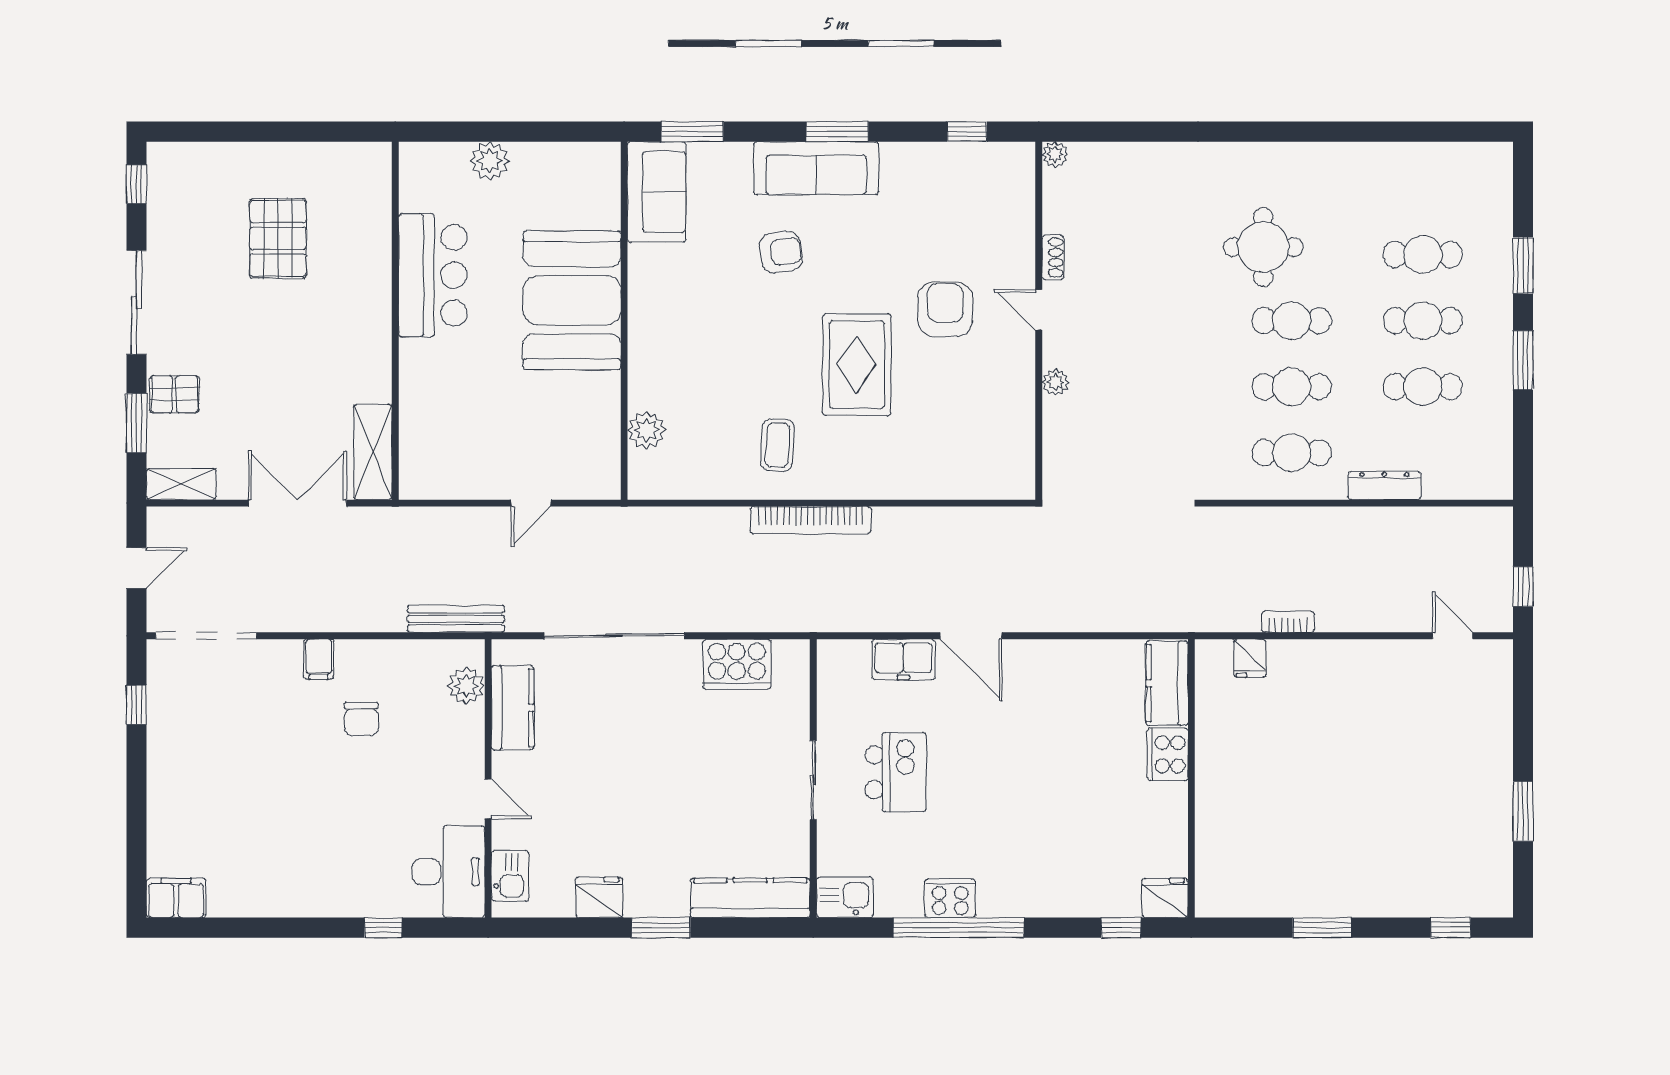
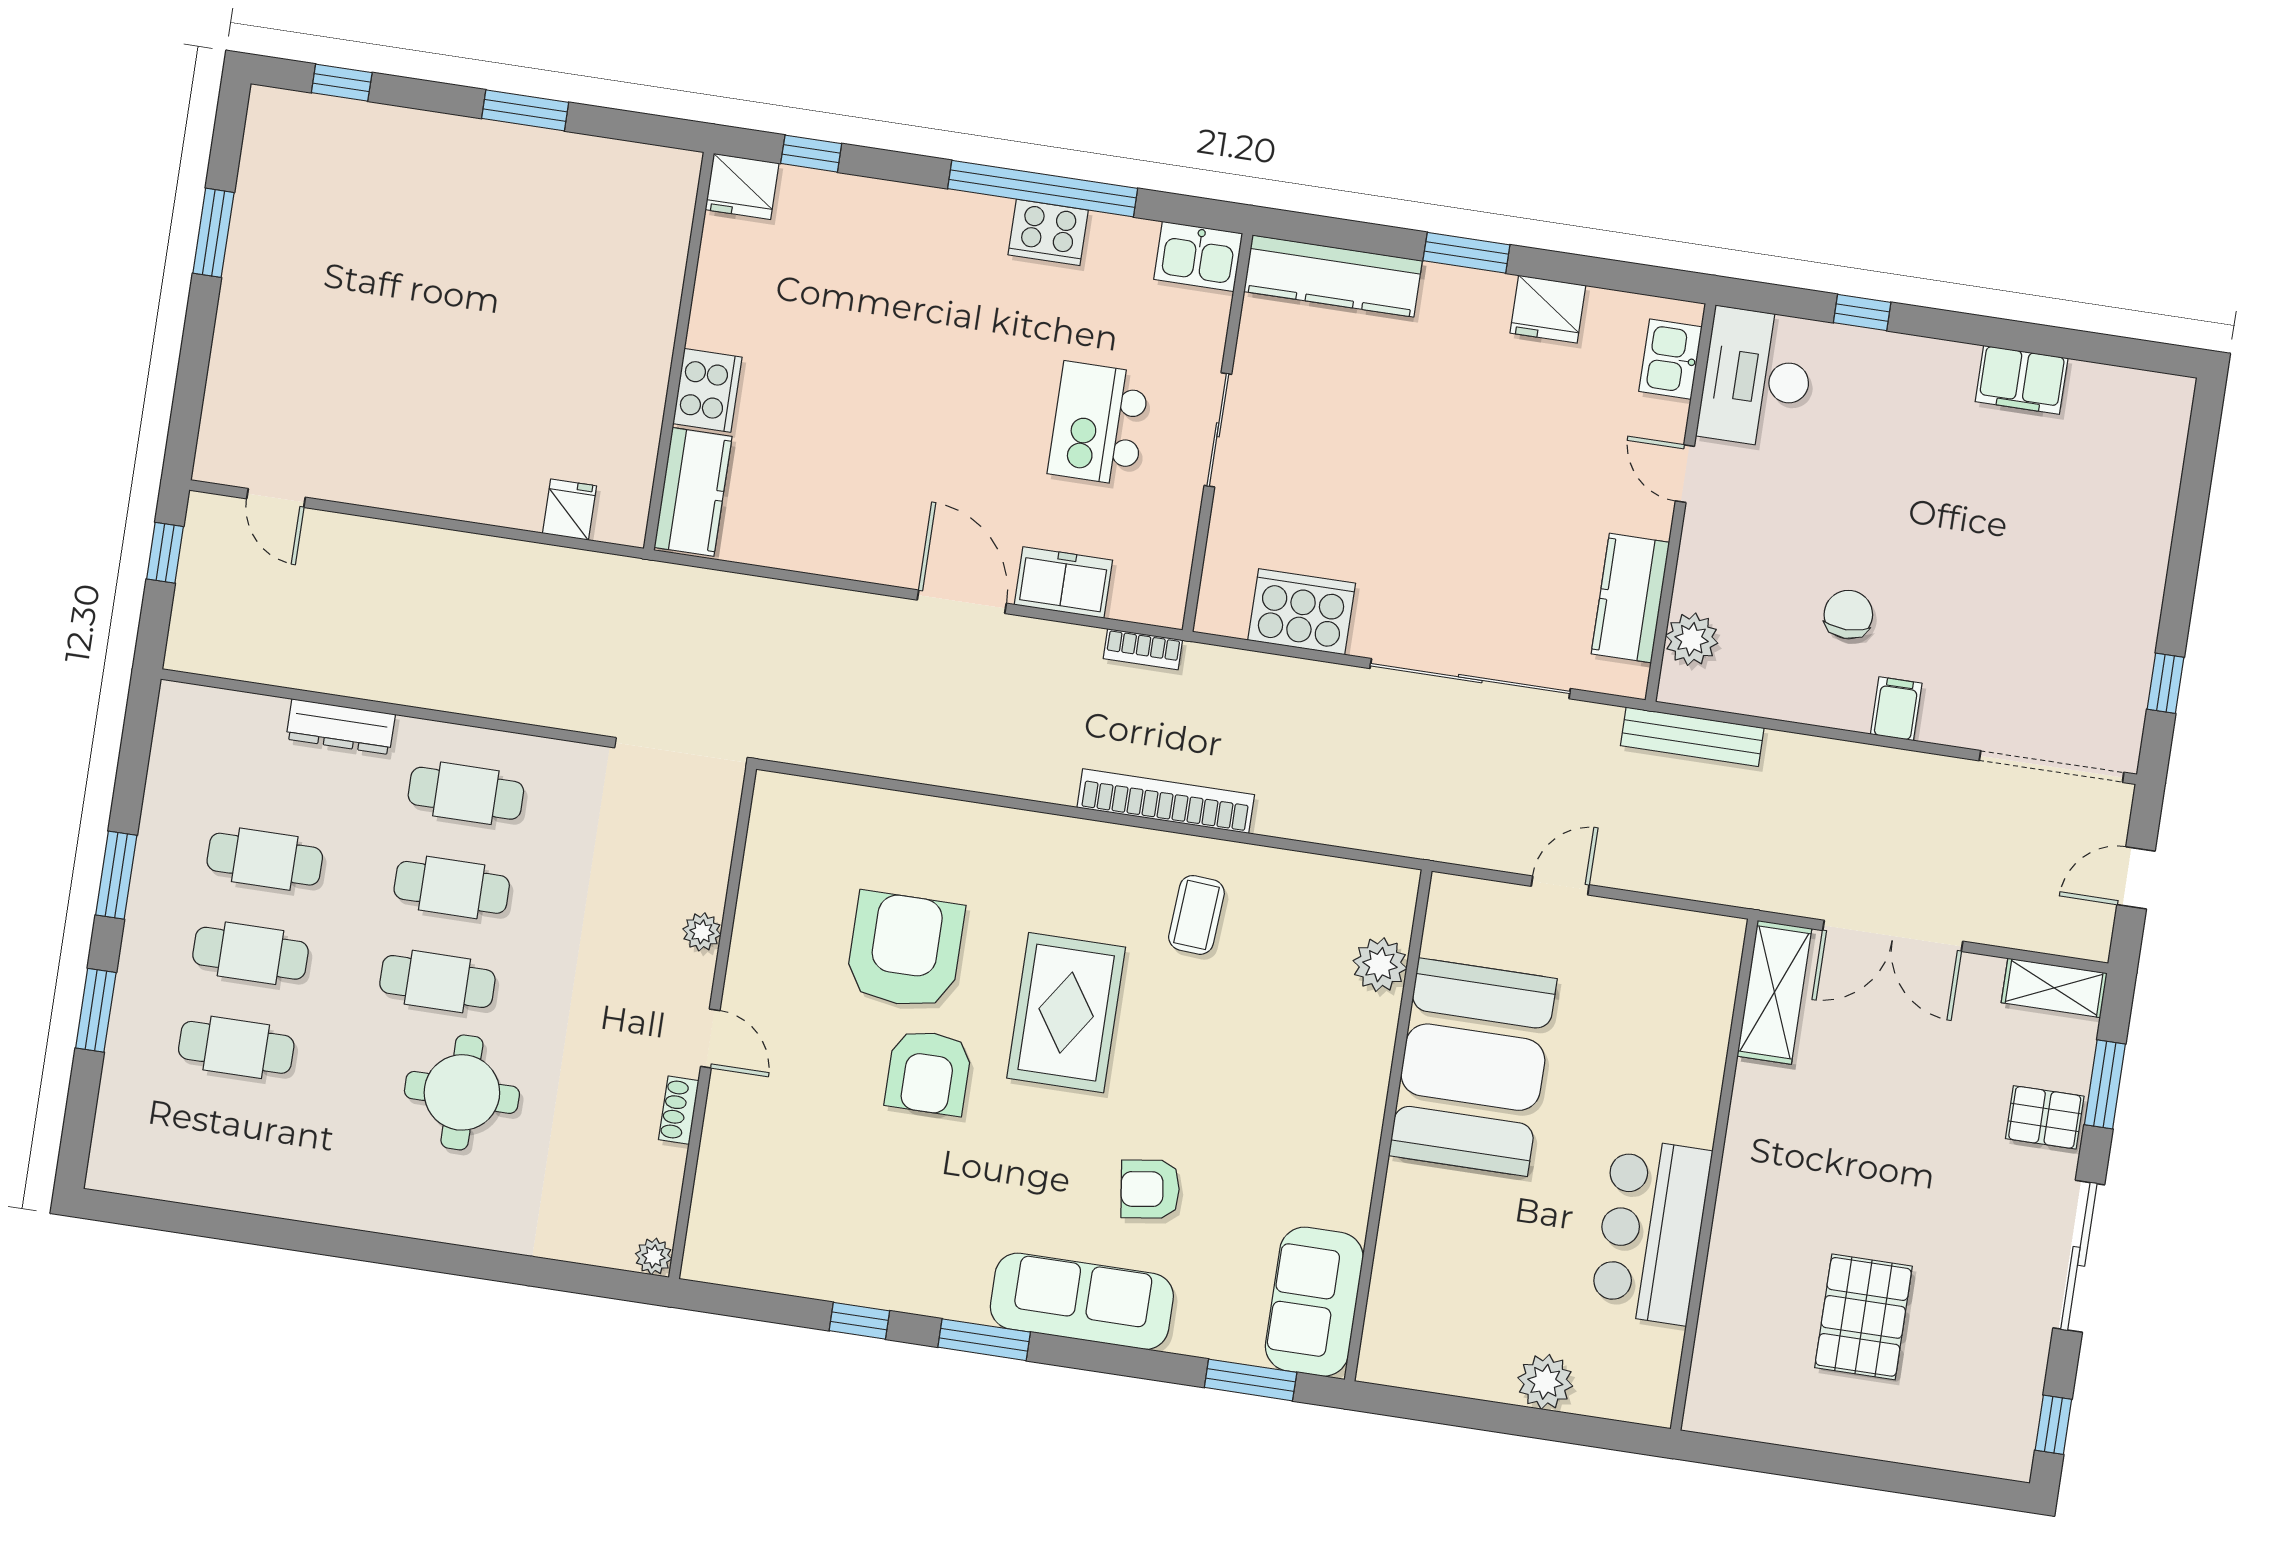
window: (837, 132) -> (984, 1340), moved
plant: (1055, 154) -> (654, 1256), moved
shoe rack: (1053, 257) -> (679, 1110), moved
booth: (572, 300) -> (1473, 1067), moved
door: (1039, 310) -> (710, 1038), moved
wall: (1039, 321) -> (713, 1023), moved
plant: (1056, 382) -> (702, 932), moved
armchair: (974, 391) -> (905, 950), added
bookcase: (1288, 622) -> (1143, 649), moved
filing cabinet: (176, 898) -> (2022, 380), moved

